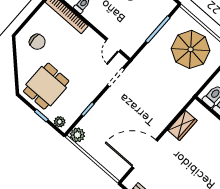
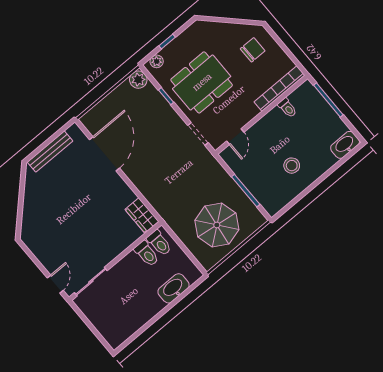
chair: (37, 42) -> (253, 50), turned 180
door: (113, 45) -> (235, 137), swing flipped
dining table: (46, 86) -> (202, 82), moved, width x1.37
wardrobe: (182, 125) -> (142, 216), moved

